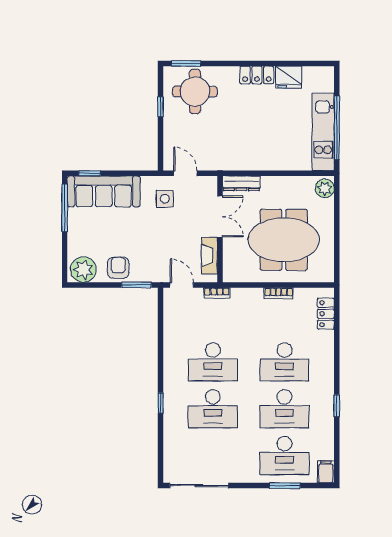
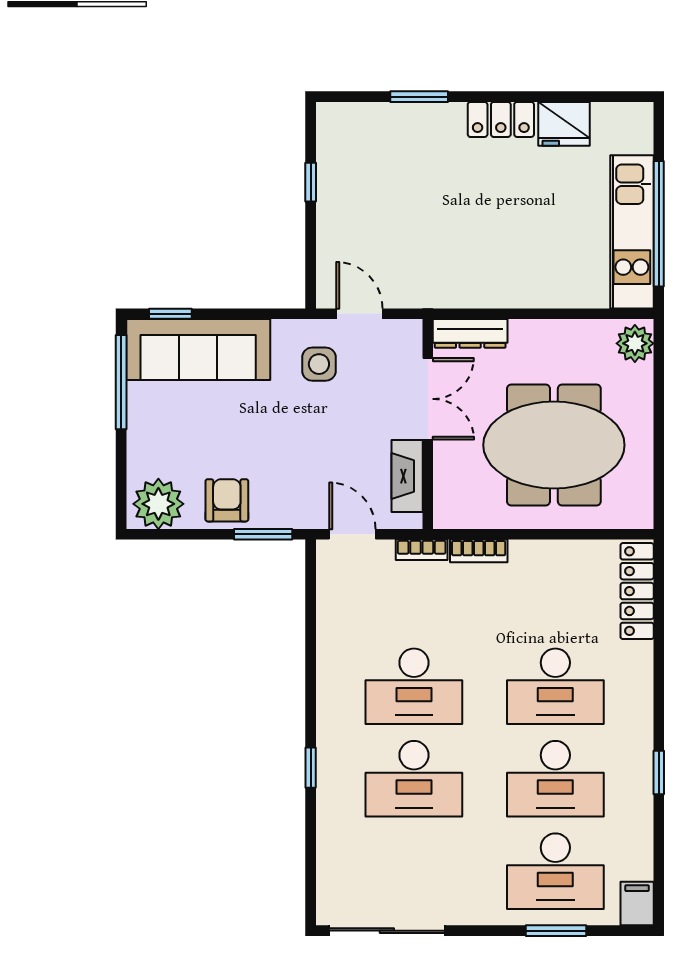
window: (186, 63) -> (419, 97), moved
round table: (195, 91) -> (379, 152), removed
bookcase: (279, 293) -> (479, 551), moved
locker: (326, 314) -> (637, 591), width x1.53

